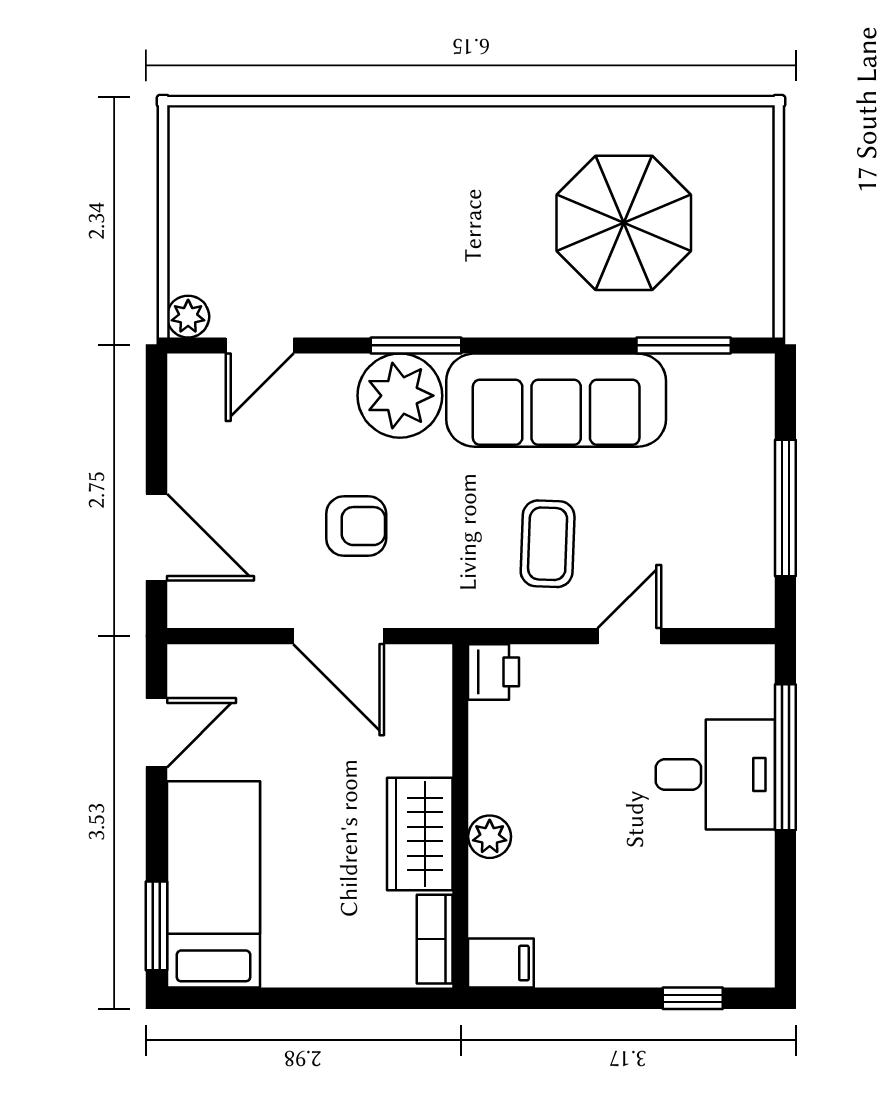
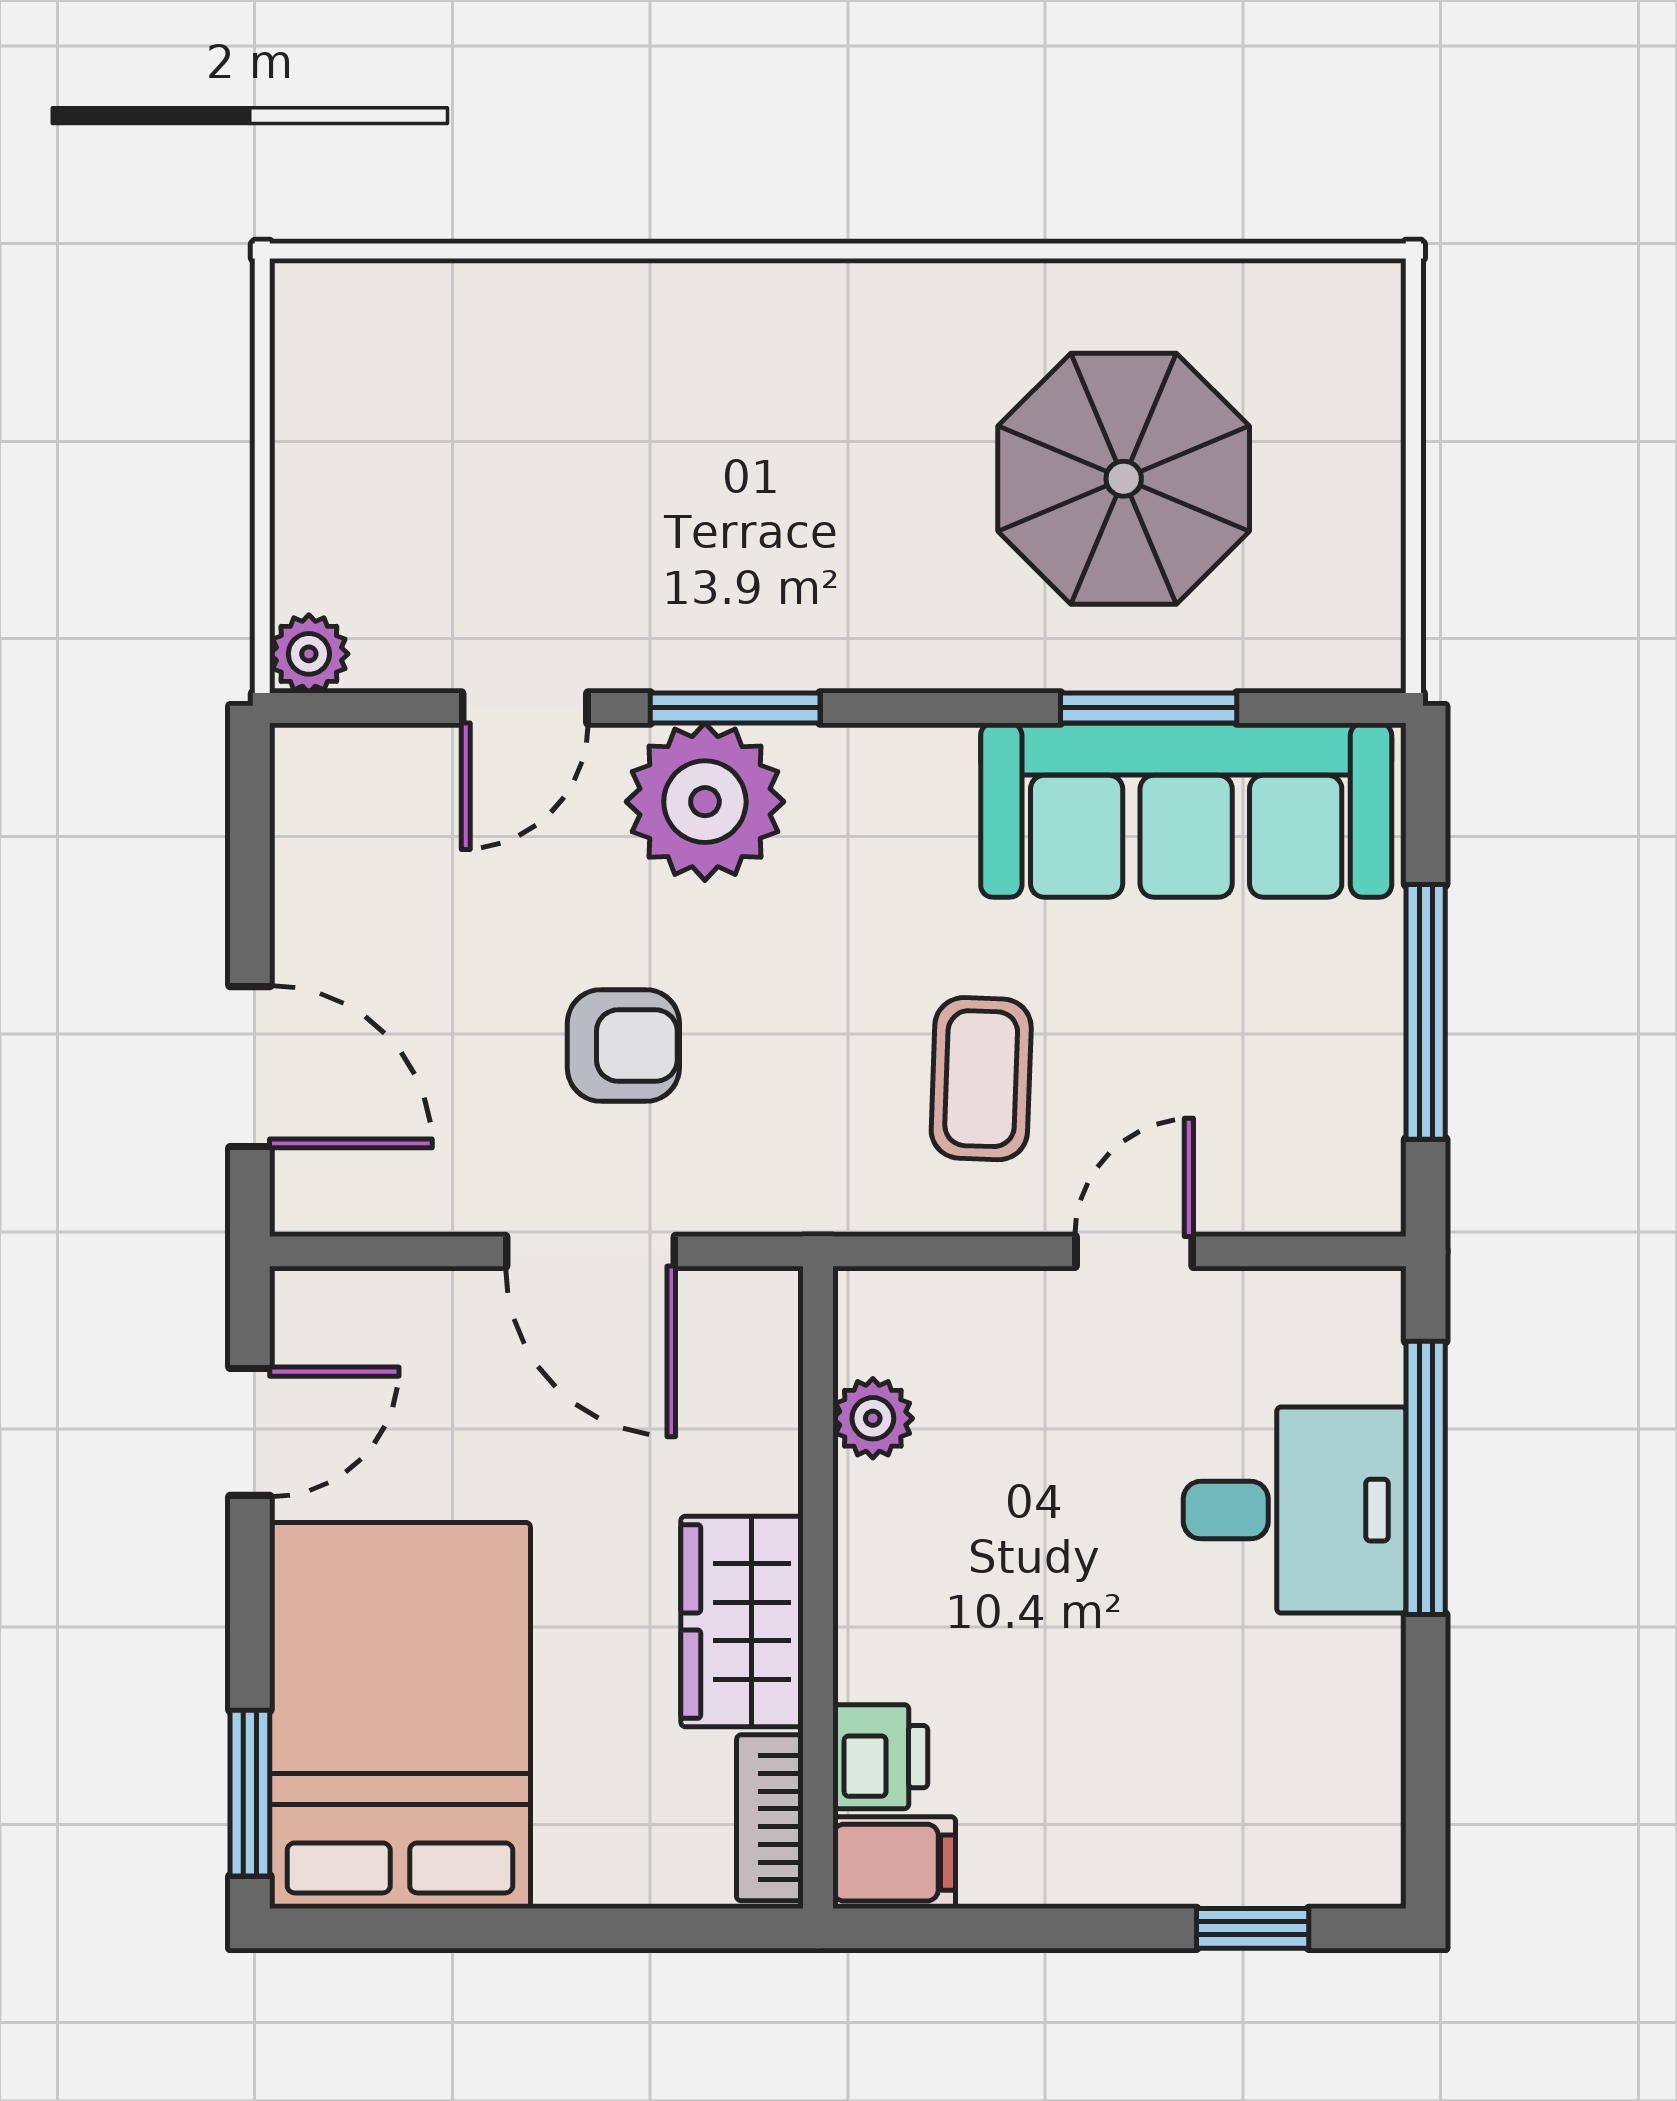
door: (260, 345) -> (525, 708), moved
window: (684, 345) -> (1149, 708), moved
sofa: (556, 400) -> (1186, 810), moved
printer: (494, 672) -> (880, 1757), moved
plant: (490, 837) -> (873, 1418), moved
bed: (213, 884) -> (400, 1715), width x1.50

